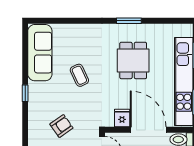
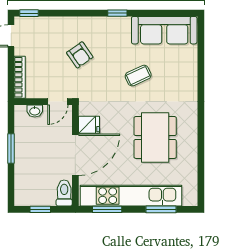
window: (129, 21) -> (201, 133), removed
dining table: (133, 60) -> (155, 137), width x1.38

